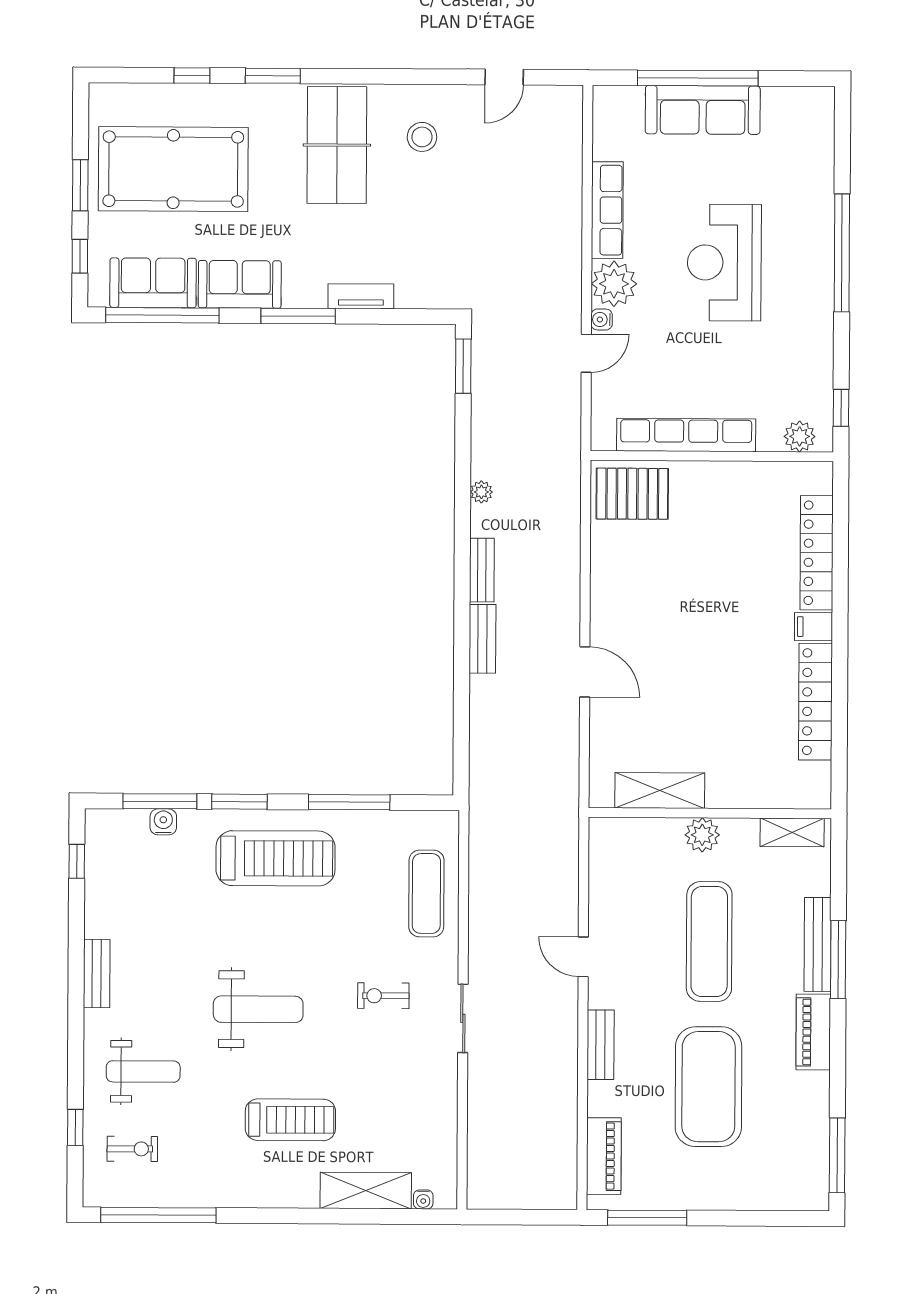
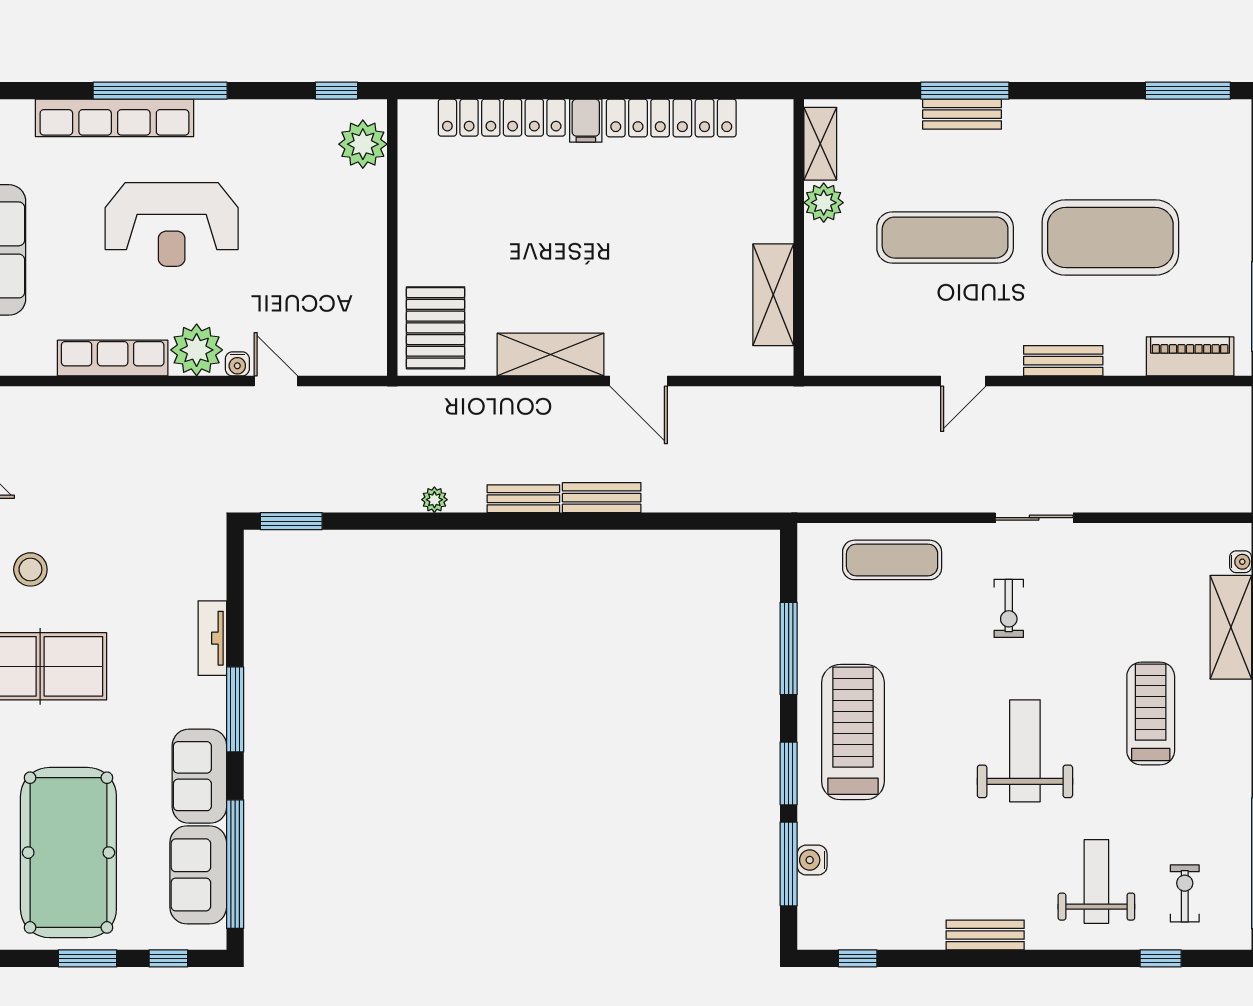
row of seats: (686, 435) -> (114, 118), moved, turned -90
plant: (800, 436) -> (363, 144), width x1.36, depth x1.36
shelving: (608, 595) -> (551, 355), added
door: (585, 672) -> (639, 381), swing flipped
plant: (702, 835) -> (824, 203), moved
bench: (818, 944) -> (962, 114), width x0.73
piano: (813, 1032) -> (1047, 119), removed

